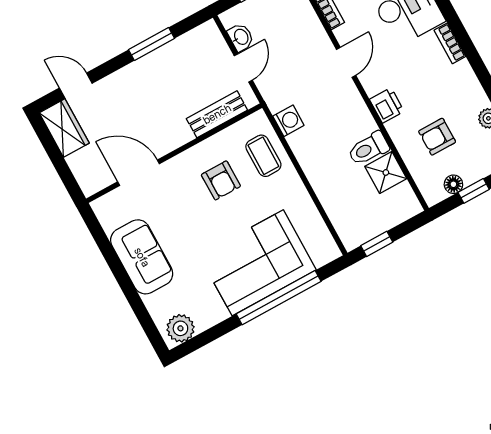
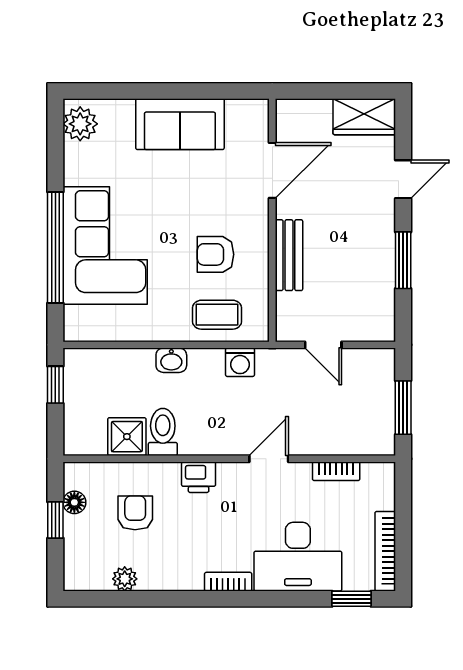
washbasin: (241, 37) -> (171, 360), moved
door: (346, 62) -> (269, 459), swing flipped
door: (76, 86) -> (403, 179), moved
bench: (217, 114) -> (289, 255), moved

